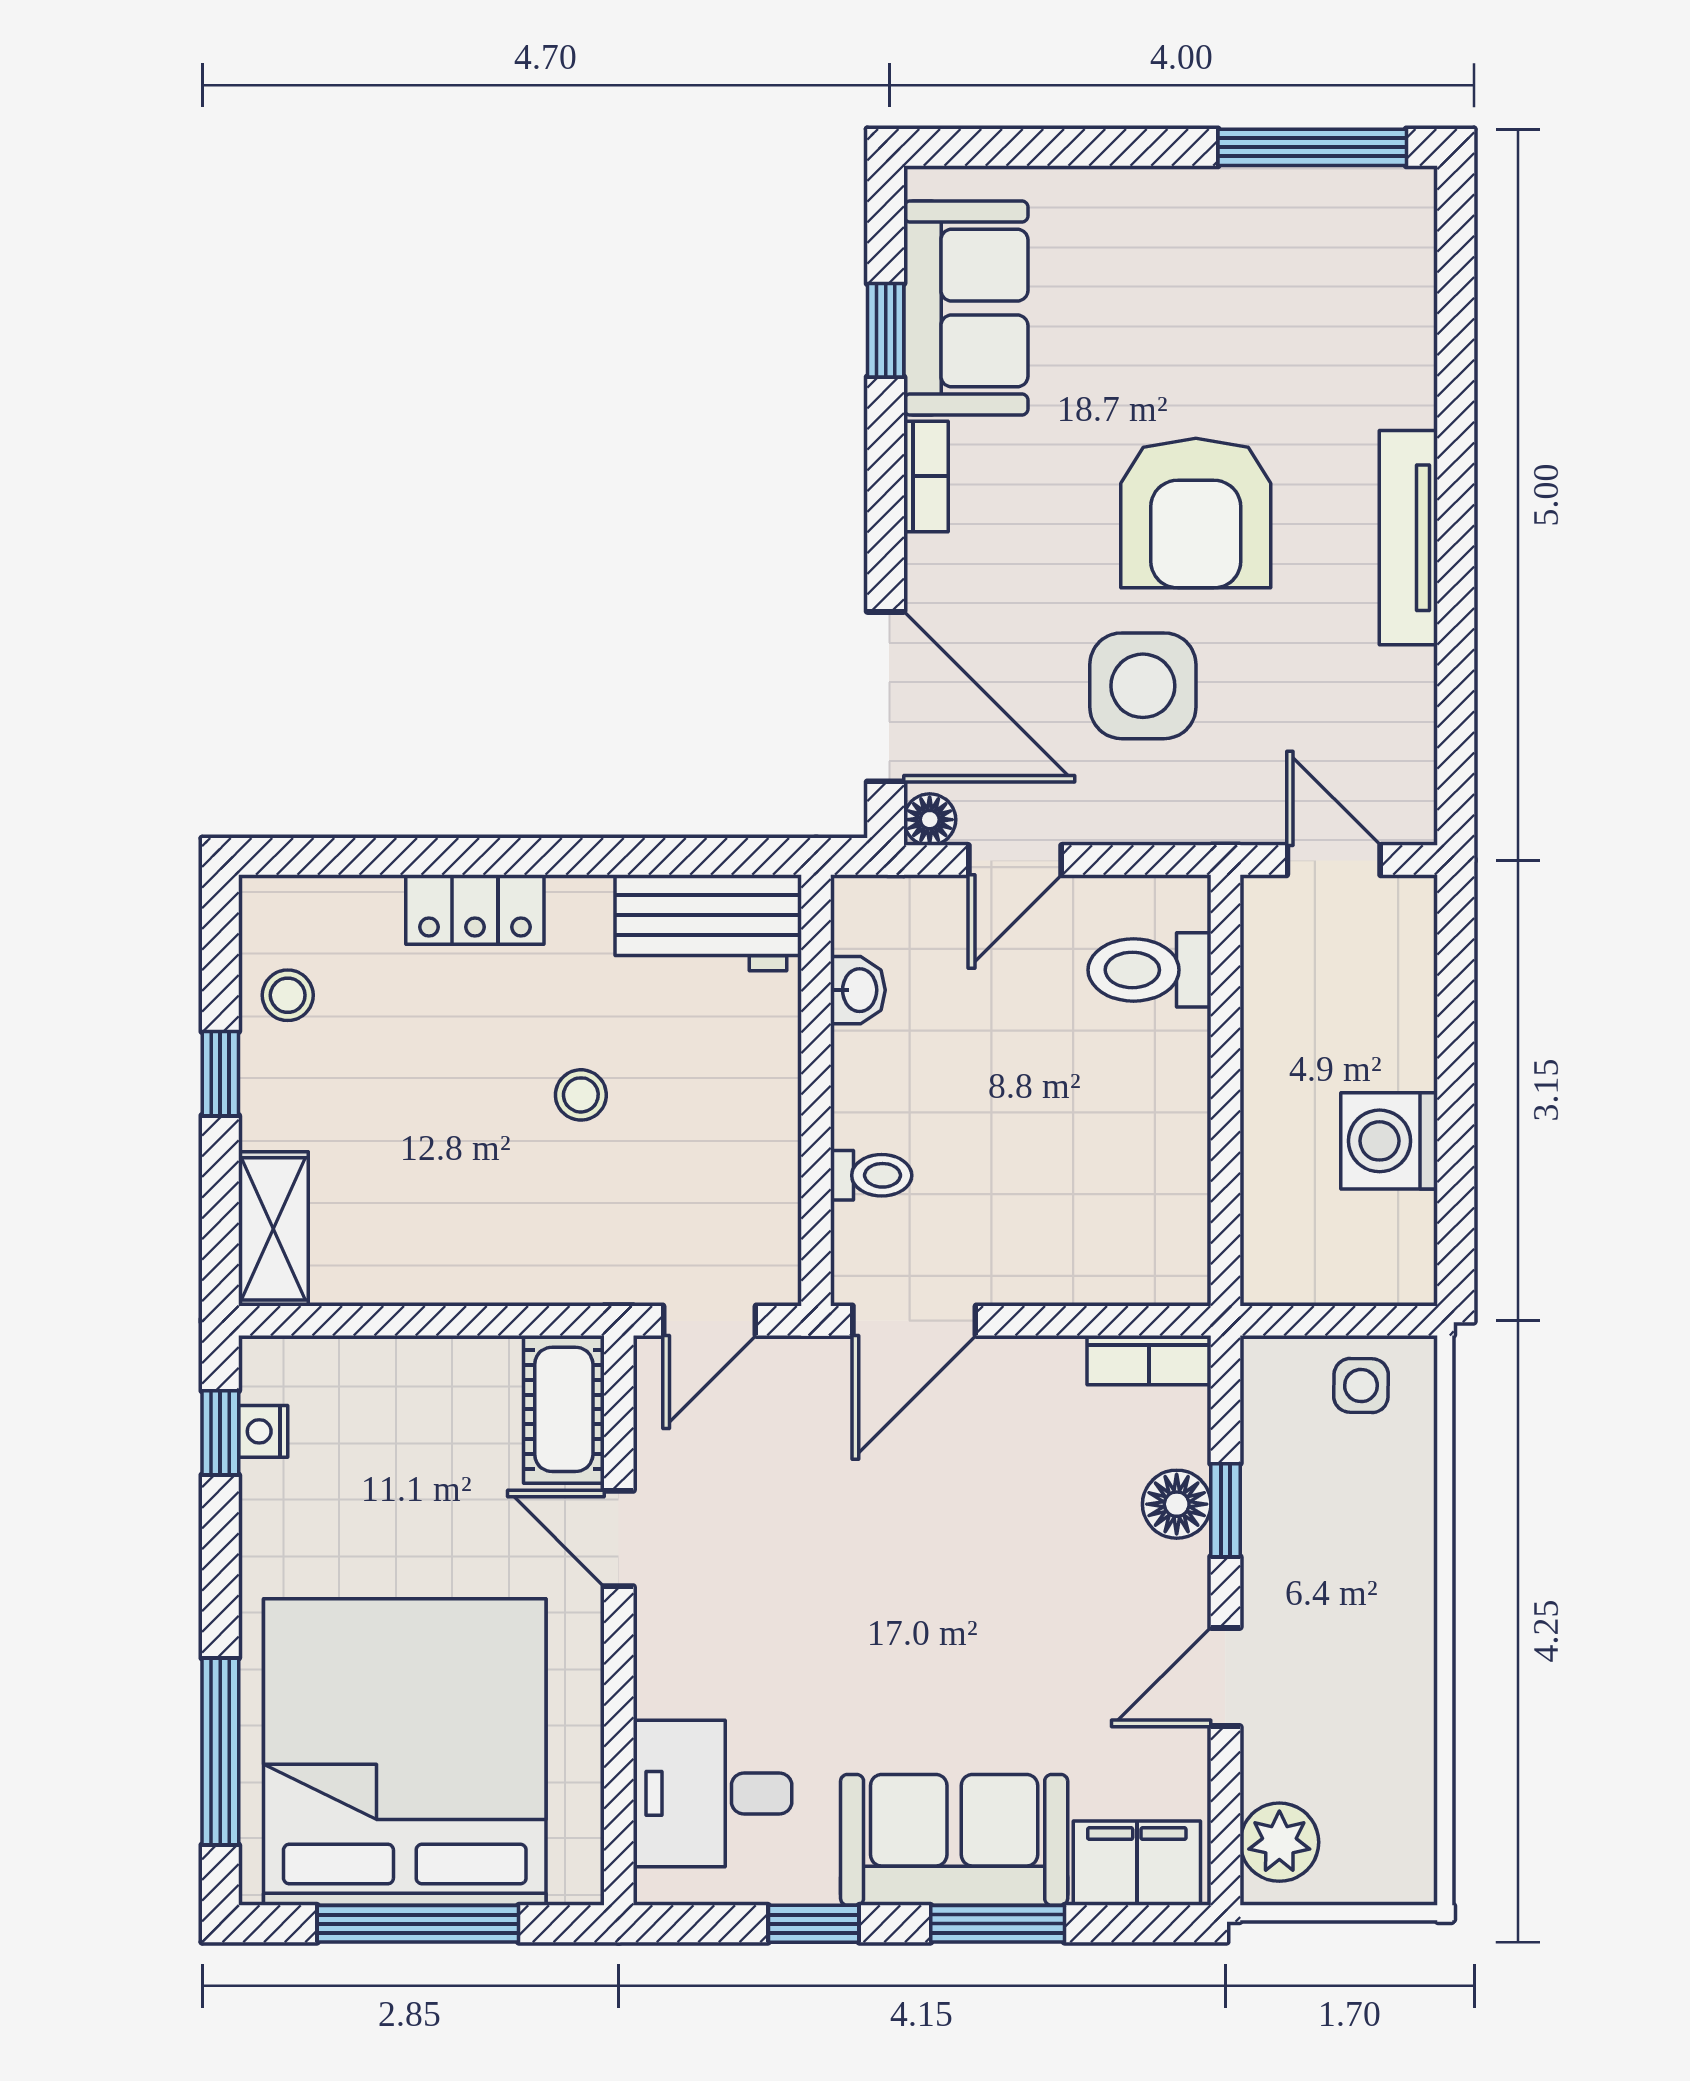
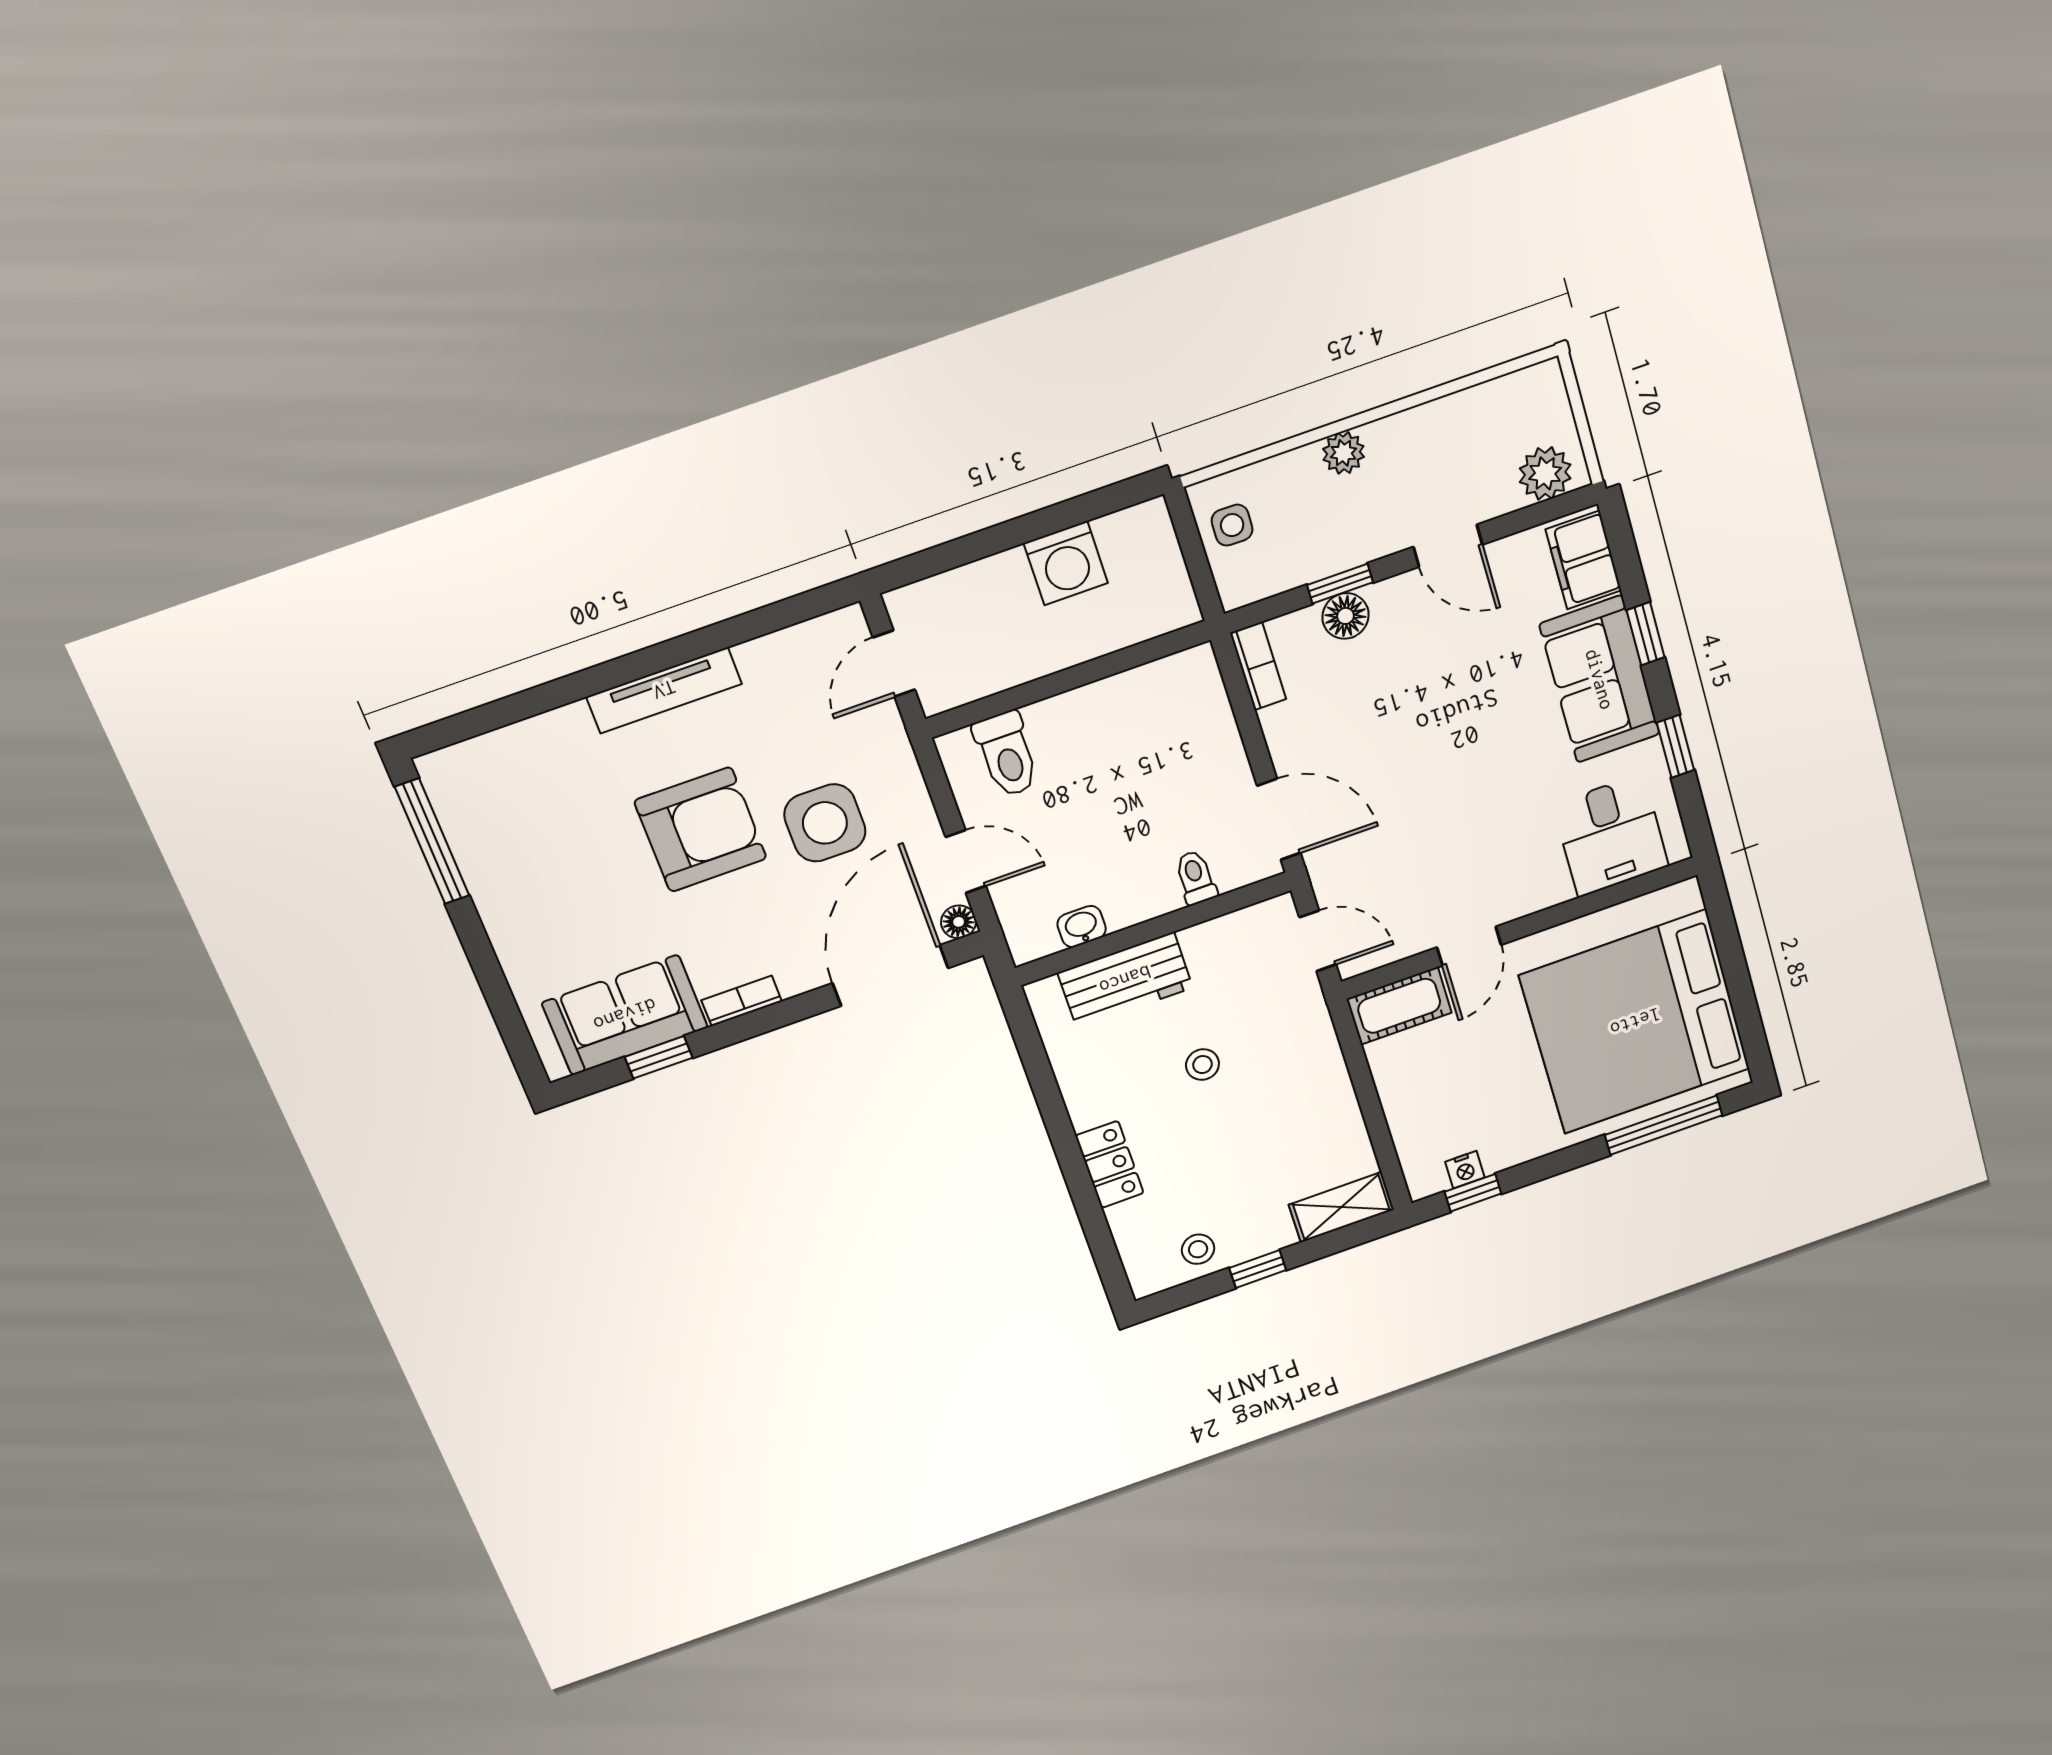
workbench: (708, 923) -> (1125, 980), moved, turned 90
plant: (1407, 1569) -> (1344, 453), added
window: (418, 1924) -> (1737, 978), removed
window: (998, 1924) -> (1646, 634), width x0.67

